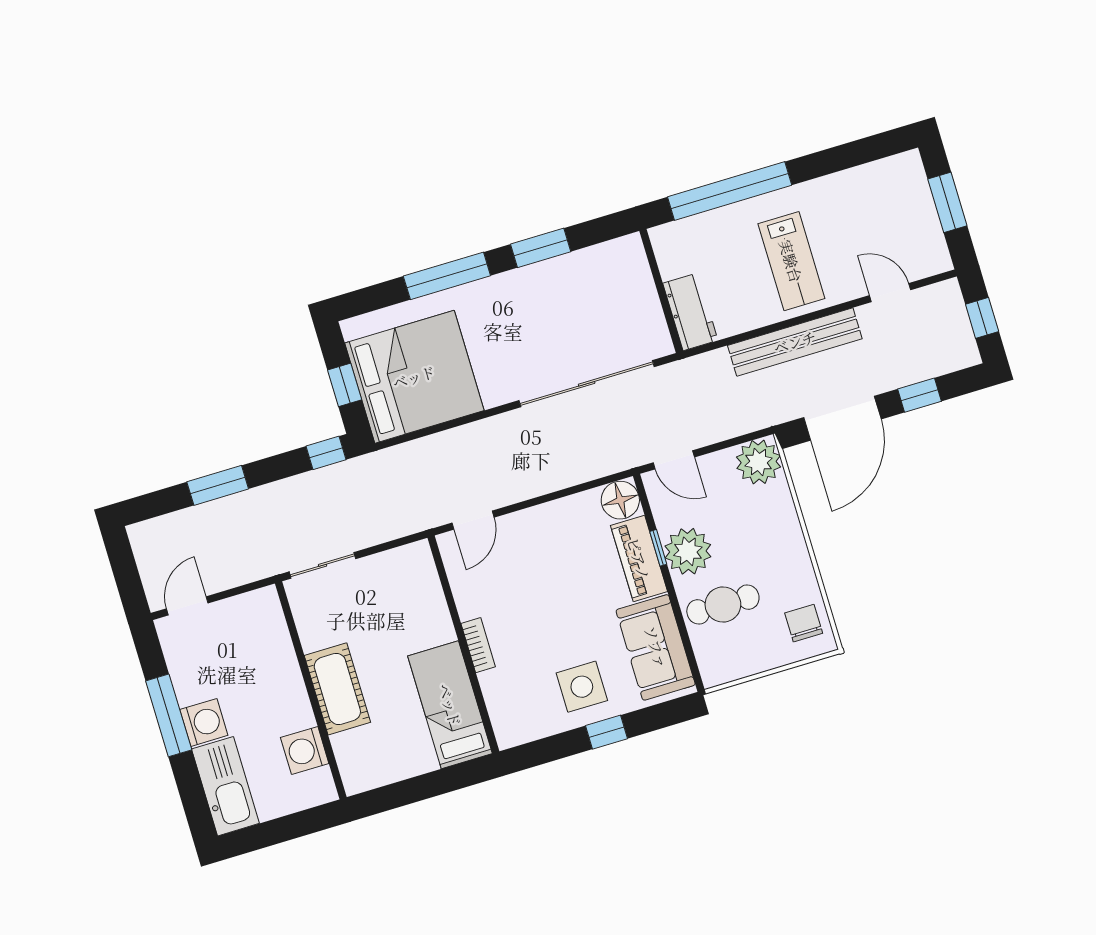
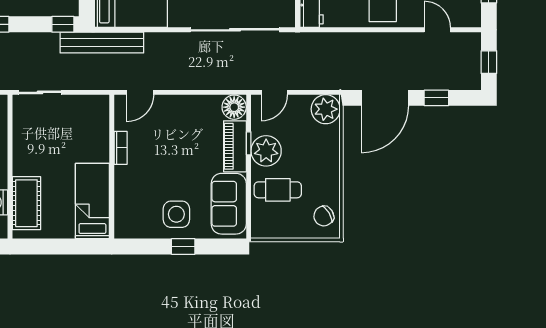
bench: (795, 342) -> (102, 43), moved
door: (674, 460) -> (274, 92), hinge flipped
chair: (804, 623) -> (324, 216), turned -120
bookcase: (478, 645) -> (121, 148), moved
cot: (337, 689) -> (26, 203), moved

